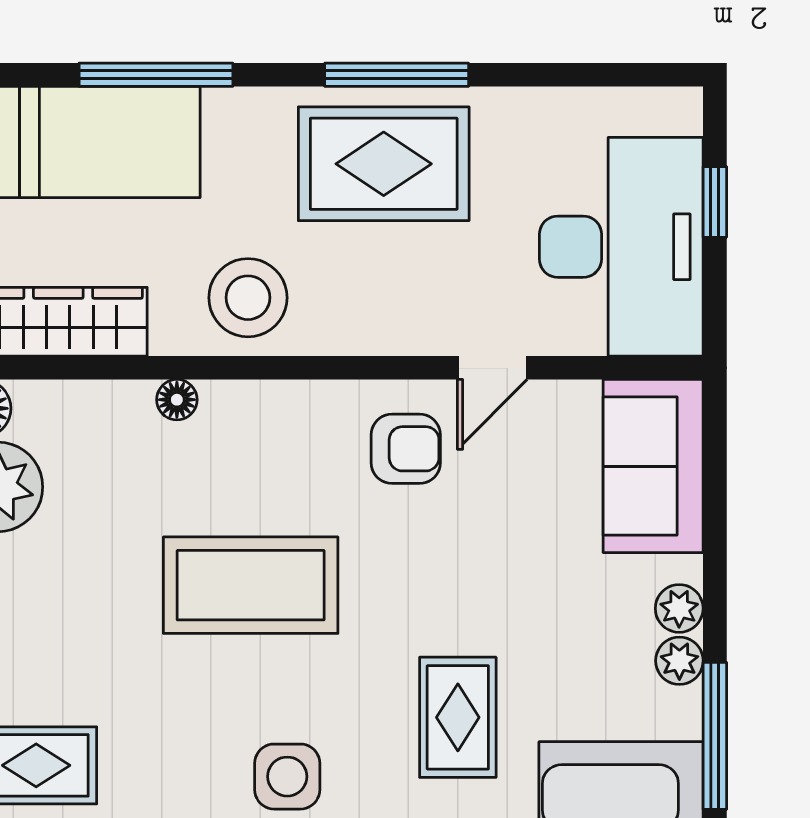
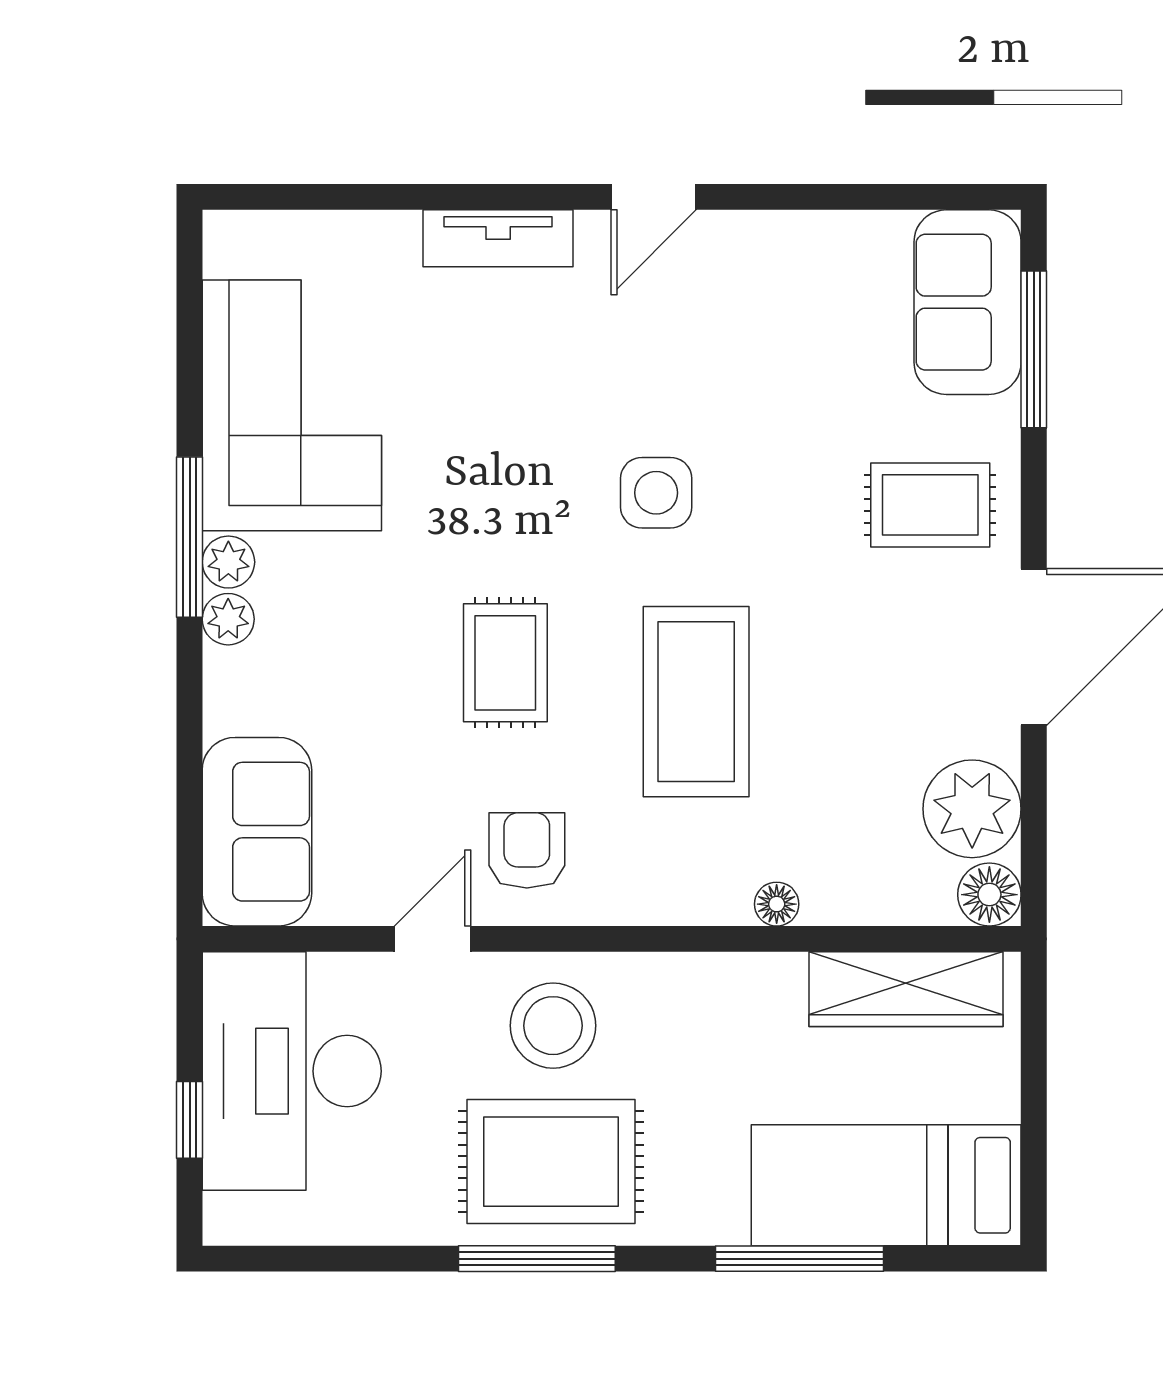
stool: (248, 298) -> (553, 1026), moved
armchair: (406, 449) -> (527, 850), turned 90
coffee table: (251, 585) -> (696, 702), turned 90
plant: (679, 608) -> (228, 562), moved
rug: (458, 717) -> (505, 663), moved

